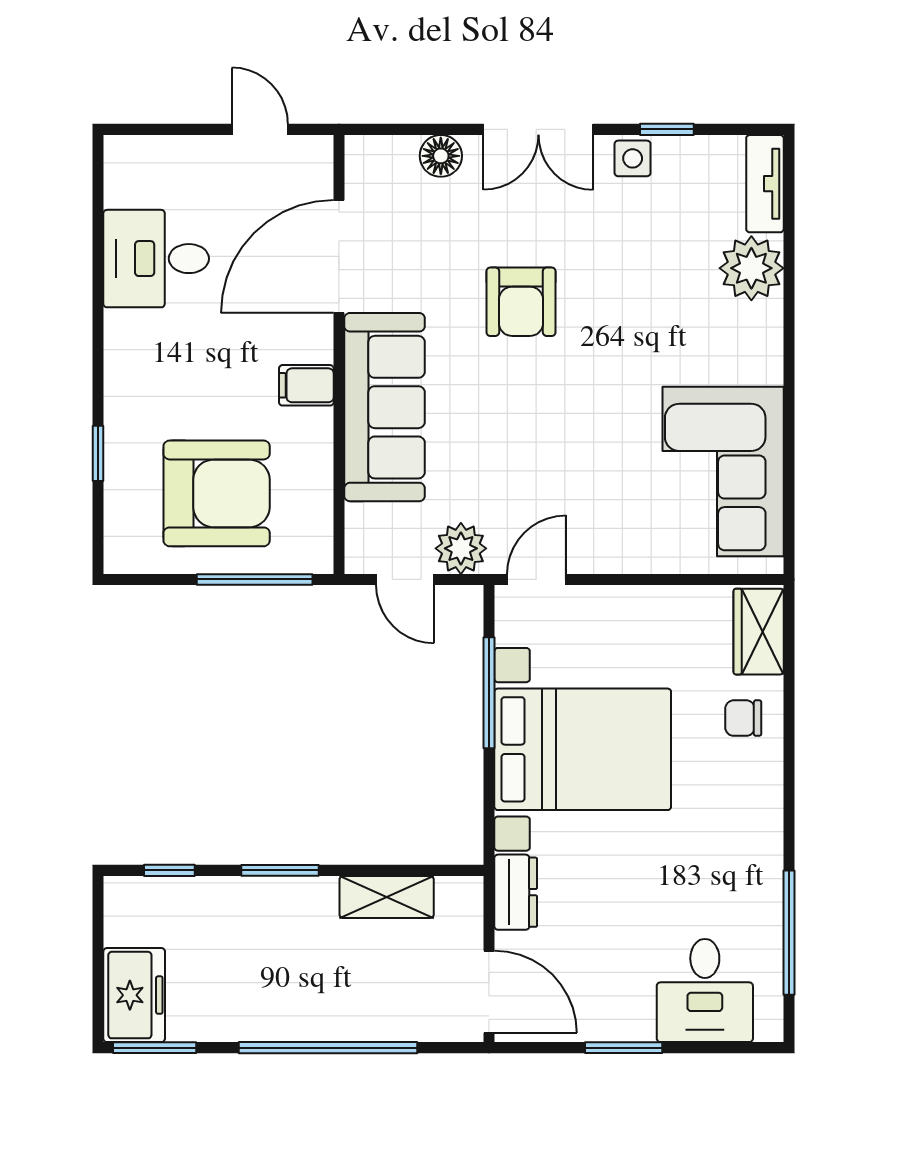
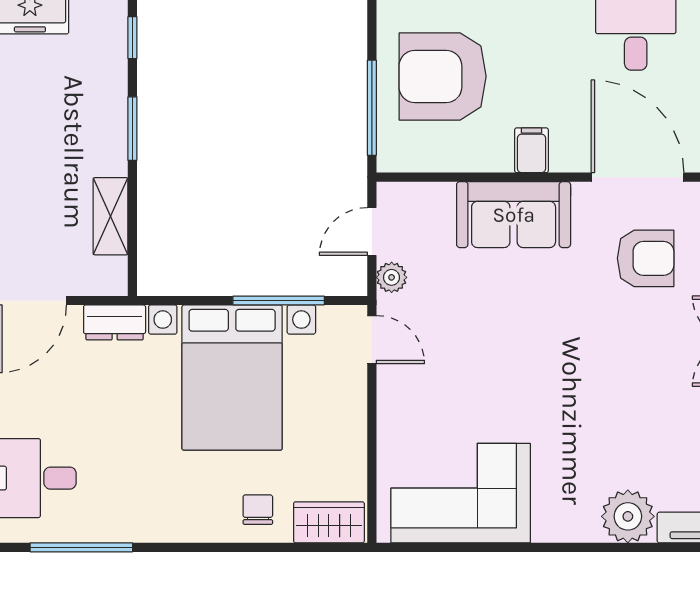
armchair: (521, 302) -> (646, 258), moved, turned 180
sofa: (385, 407) -> (514, 215), width x0.73
armchair: (217, 493) -> (443, 76), turned 90
plant: (461, 548) -> (392, 277), width x0.73, depth x0.73

